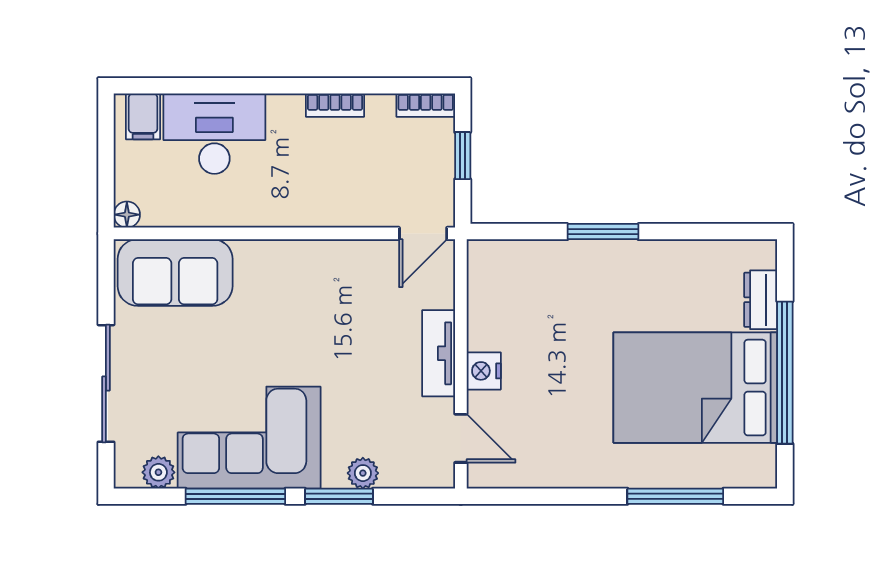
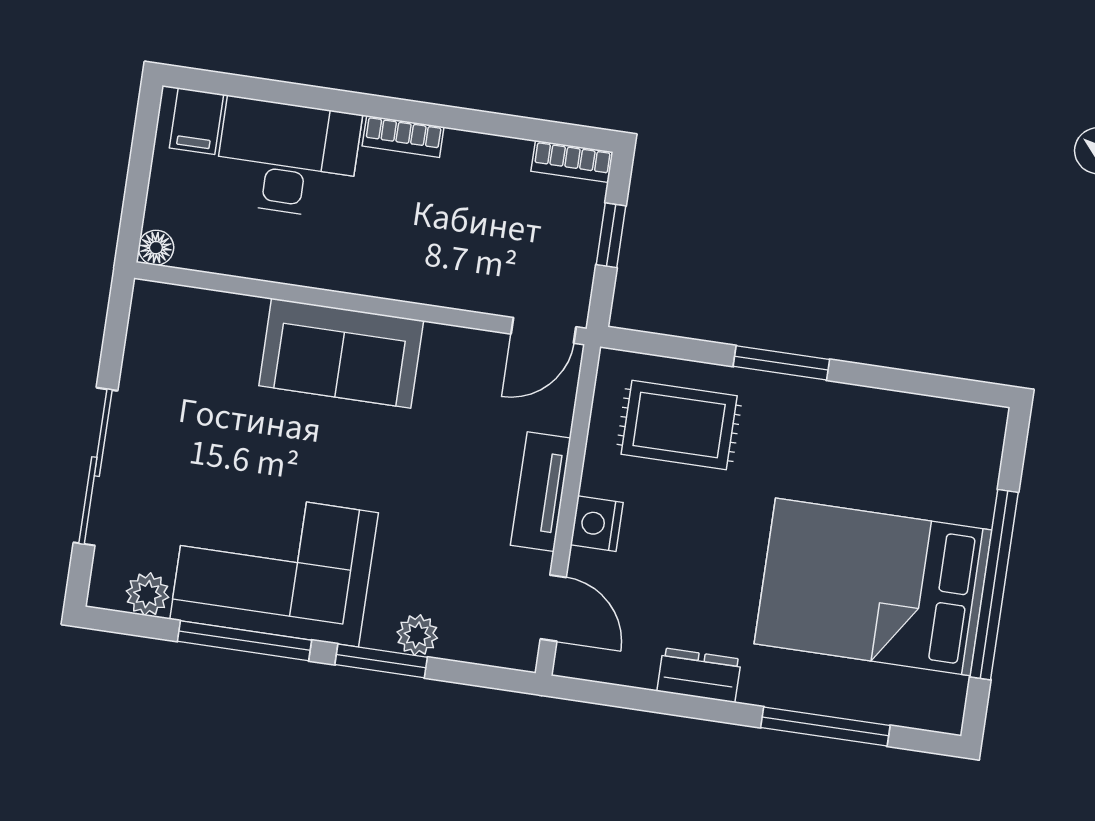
bookcase: (335, 105) -> (403, 136), moved
sofa: (175, 272) -> (341, 353), moved
rug: (534, 289) -> (679, 425), added
dresser: (761, 300) -> (699, 675), moved, turned 90

